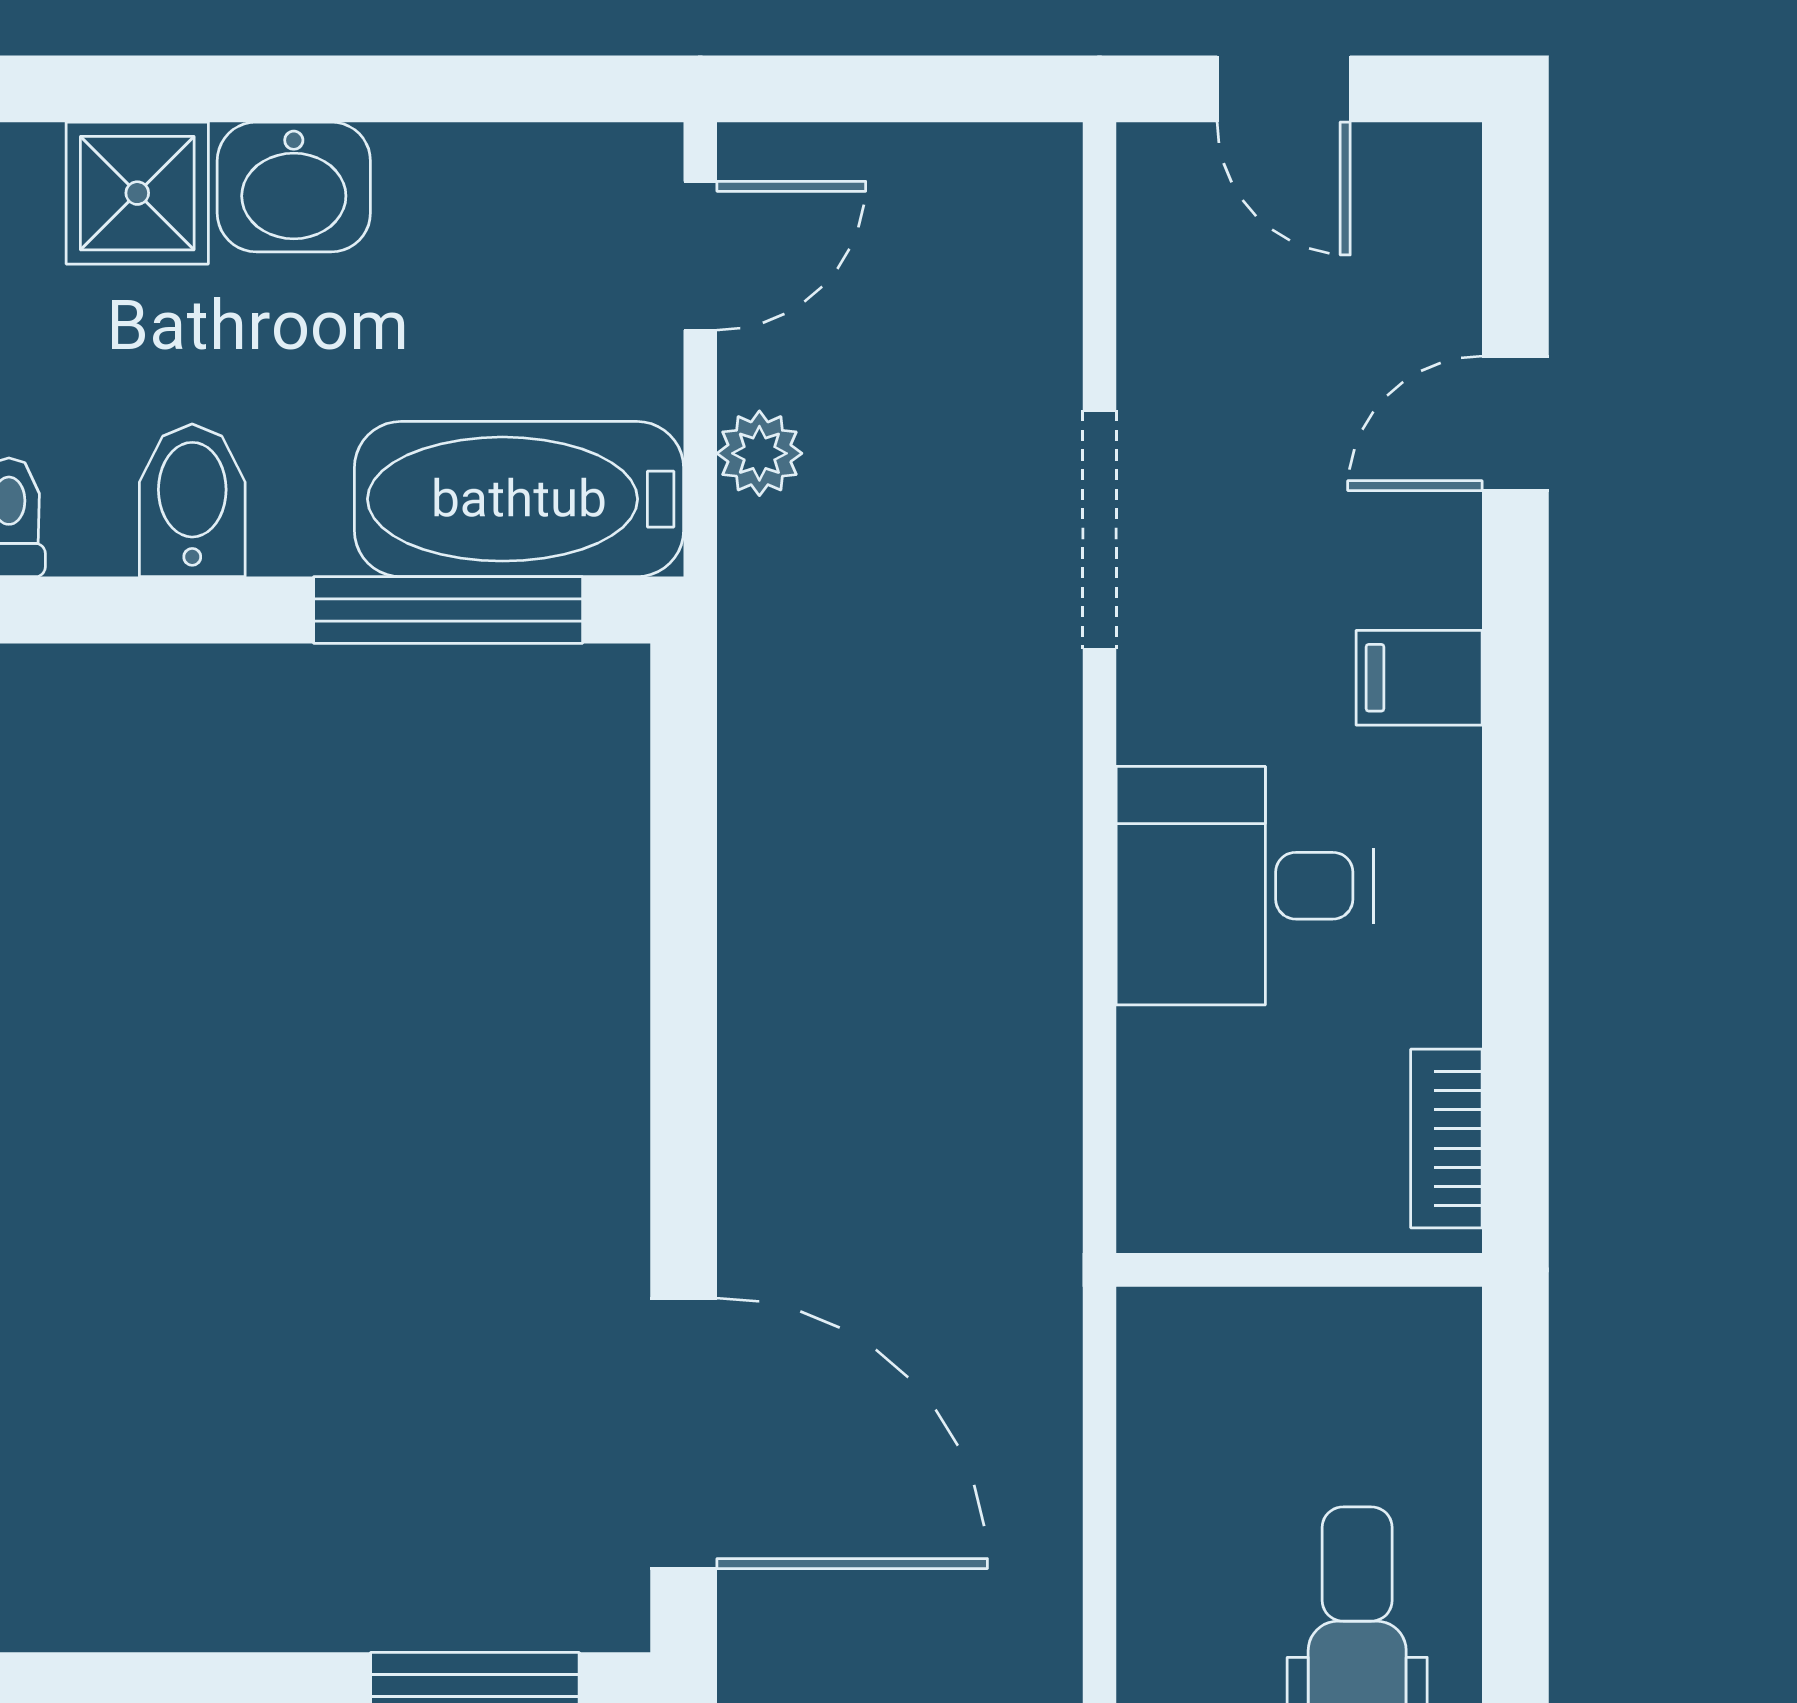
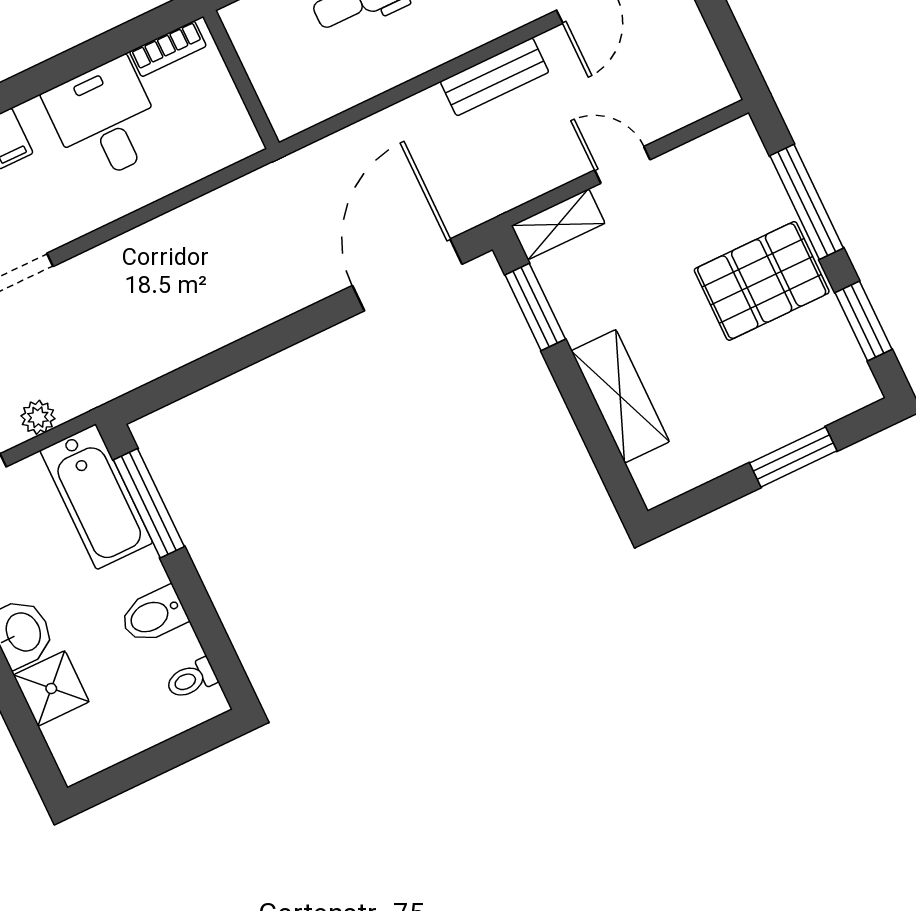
desk: (1245, 886) -> (105, 120), moved, turned 180

